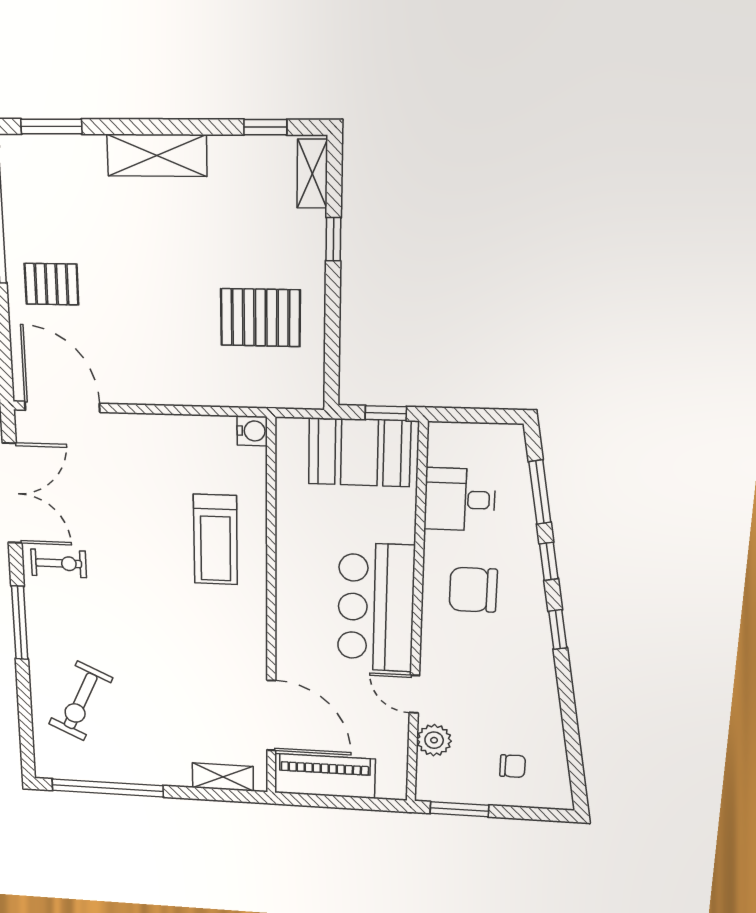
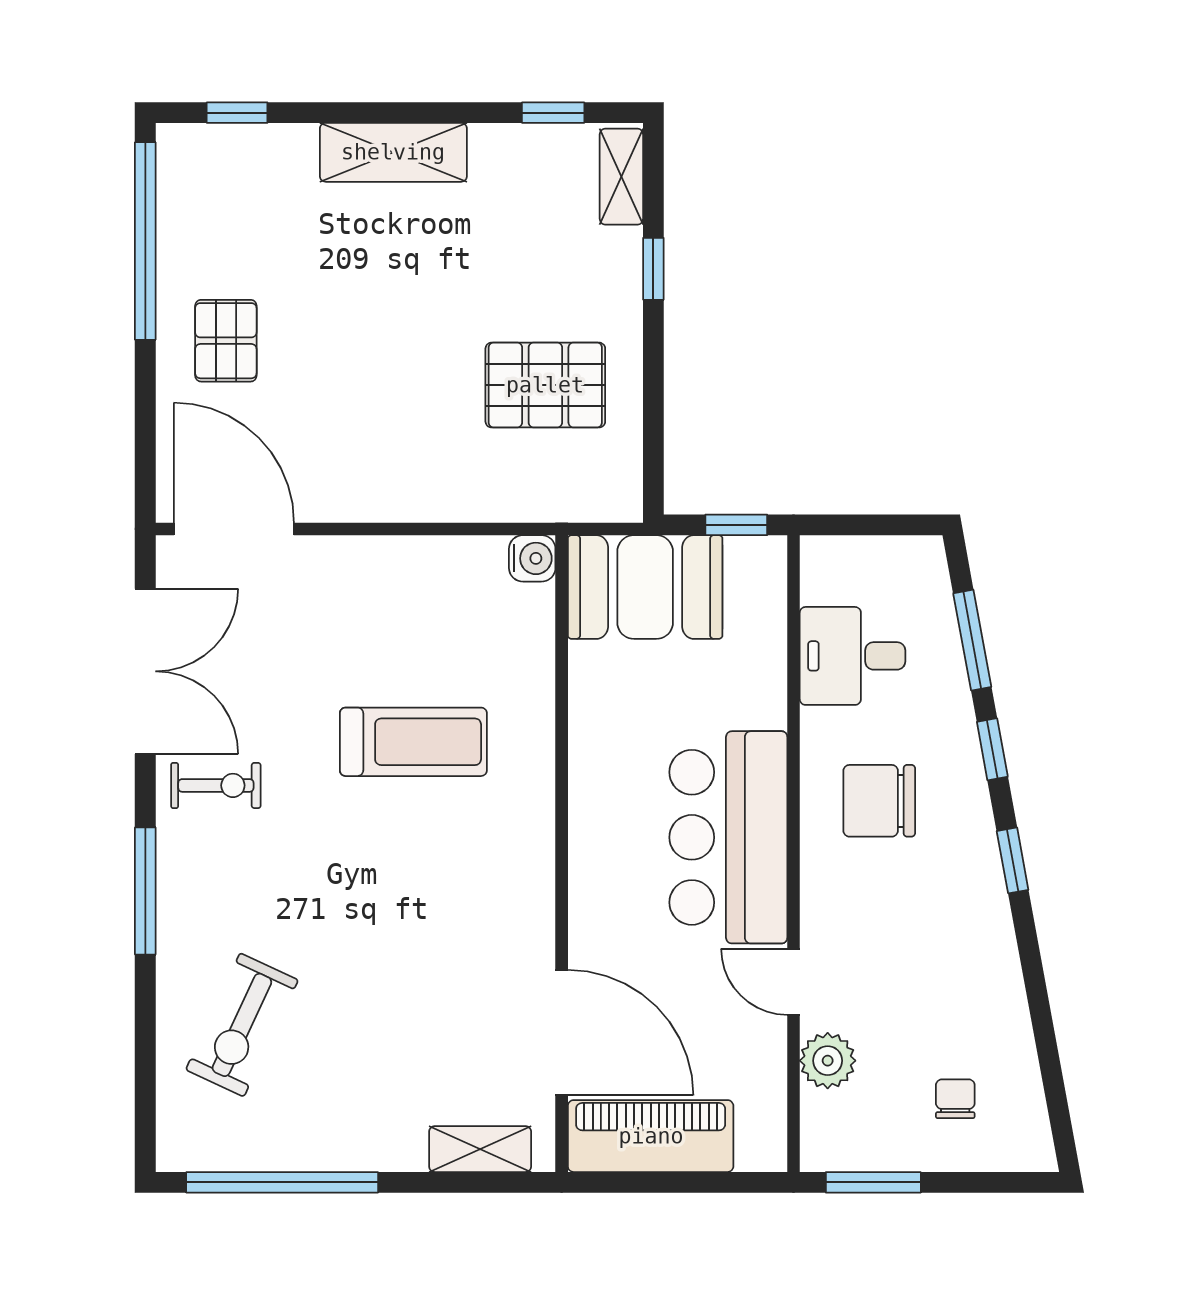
window: (51, 127) -> (237, 113), width x0.67
pallet: (51, 284) -> (226, 341), turned 90
booth: (359, 452) -> (645, 587), moved
treadmill: (215, 540) -> (413, 742), moved, turned -90
chair: (513, 766) -> (955, 1099), turned -90

